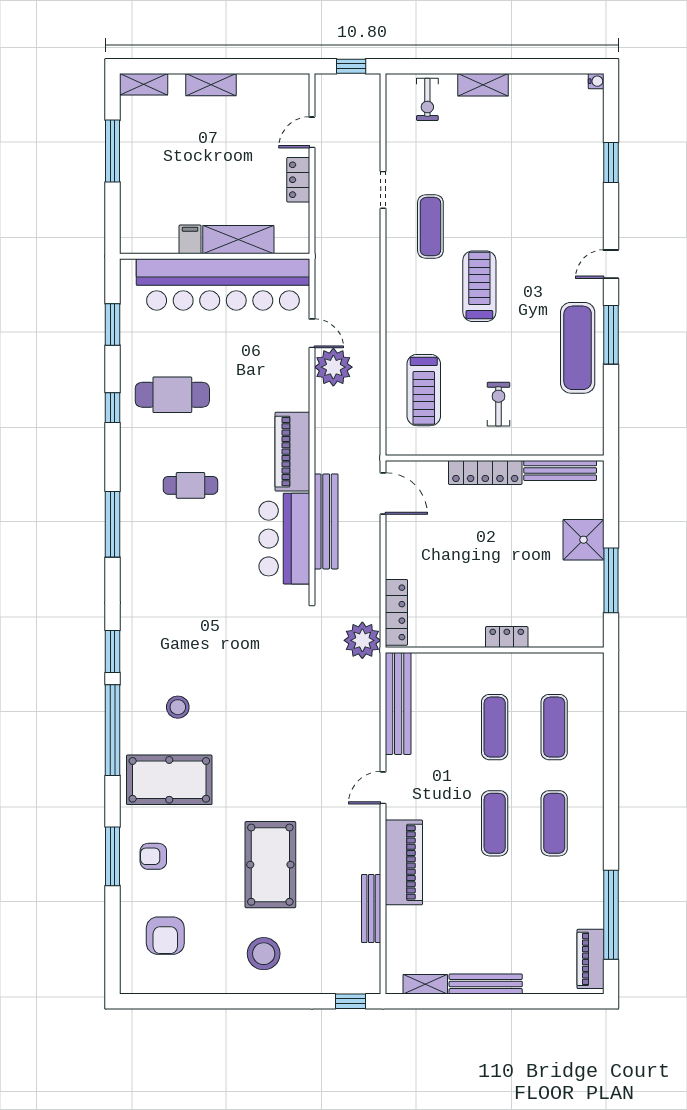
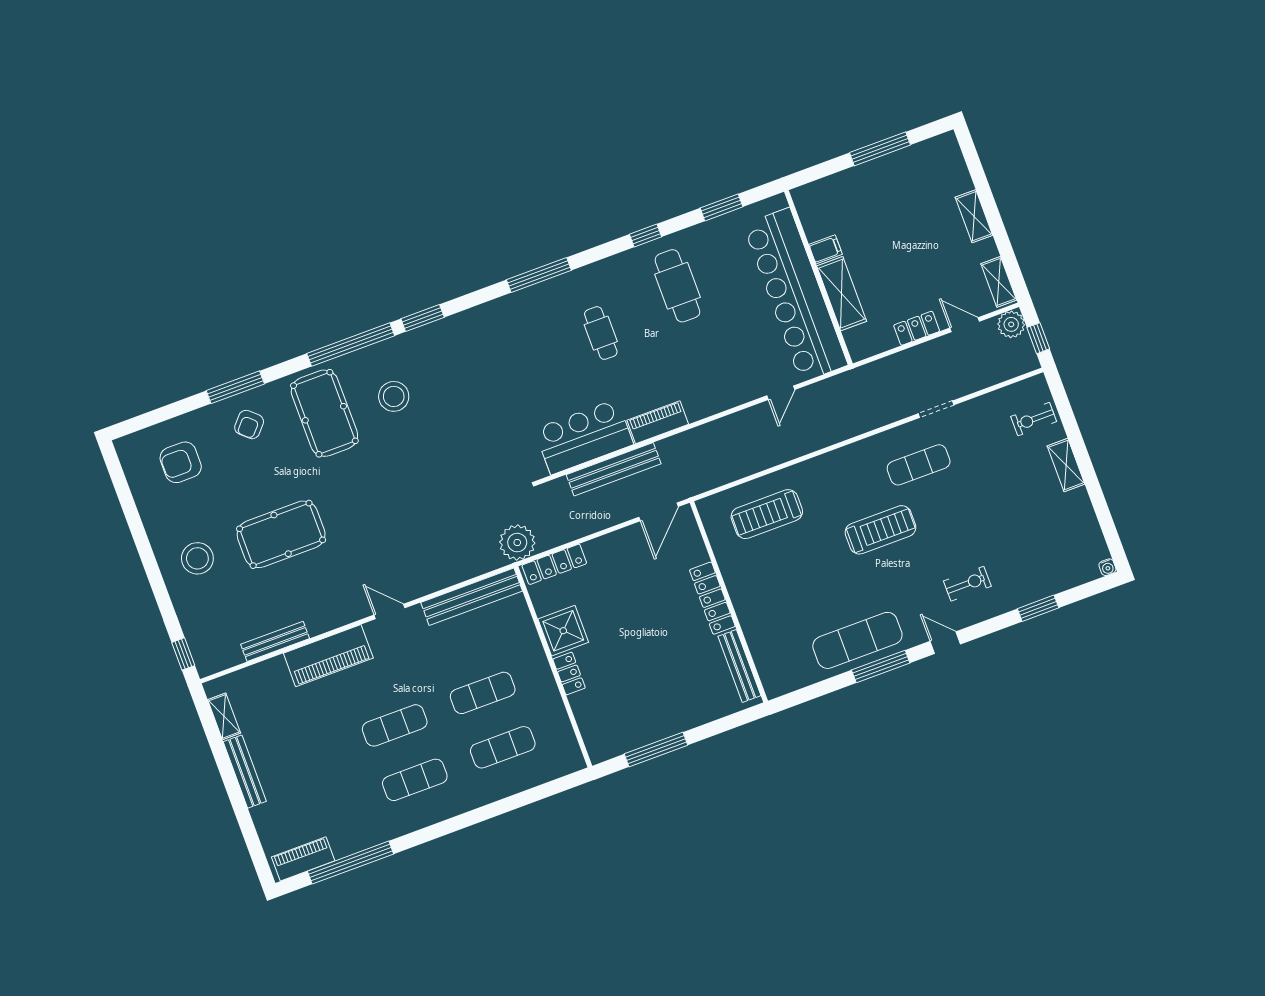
shelving: (144, 84) -> (999, 282), moved
plant: (333, 367) -> (1011, 324), moved, width x0.73, depth x0.73
exercise bike: (498, 404) -> (967, 584), moved
piano: (292, 452) -> (658, 422), width x0.73, depth x0.75
shower: (583, 540) -> (563, 631), moved
stool: (178, 707) -> (394, 396), width x1.38, depth x1.38
armchair: (153, 856) -> (249, 425), turned -138

